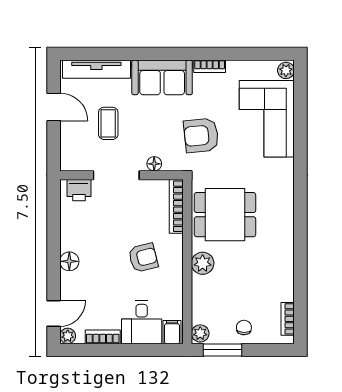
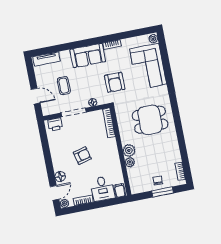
tv unit: (96, 69) -> (47, 59), width x0.71
door: (54, 107) -> (36, 96), moved
armchair: (201, 135) -> (115, 82), turned -84
dining table: (225, 215) -> (150, 120), moved
armchair: (143, 258) -> (82, 156), moved
floor lamp: (69, 261) -> (60, 177), moved
plant: (200, 333) -> (130, 162), moved
window: (223, 350) -> (163, 192), moved

